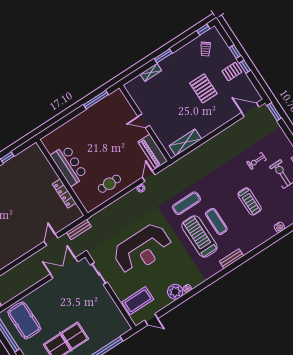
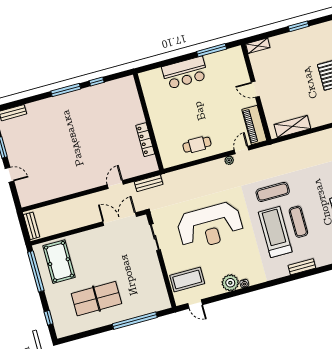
shelving: (151, 72) -> (258, 46), moved
bar counter: (69, 165) -> (185, 73), moved, turned 90

